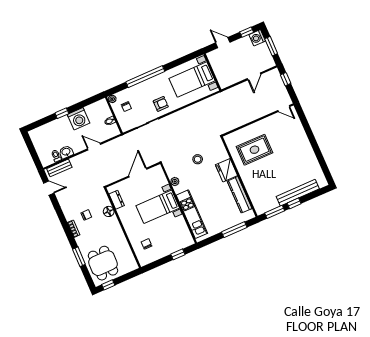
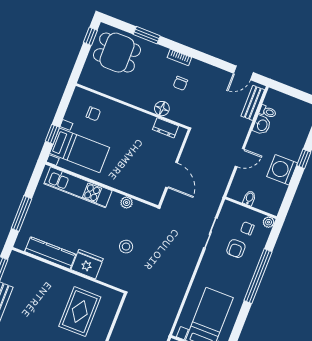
armchair: (161, 104) -> (236, 249), moved
bed with nightstands: (158, 207) -> (80, 150), moved, turned 90

